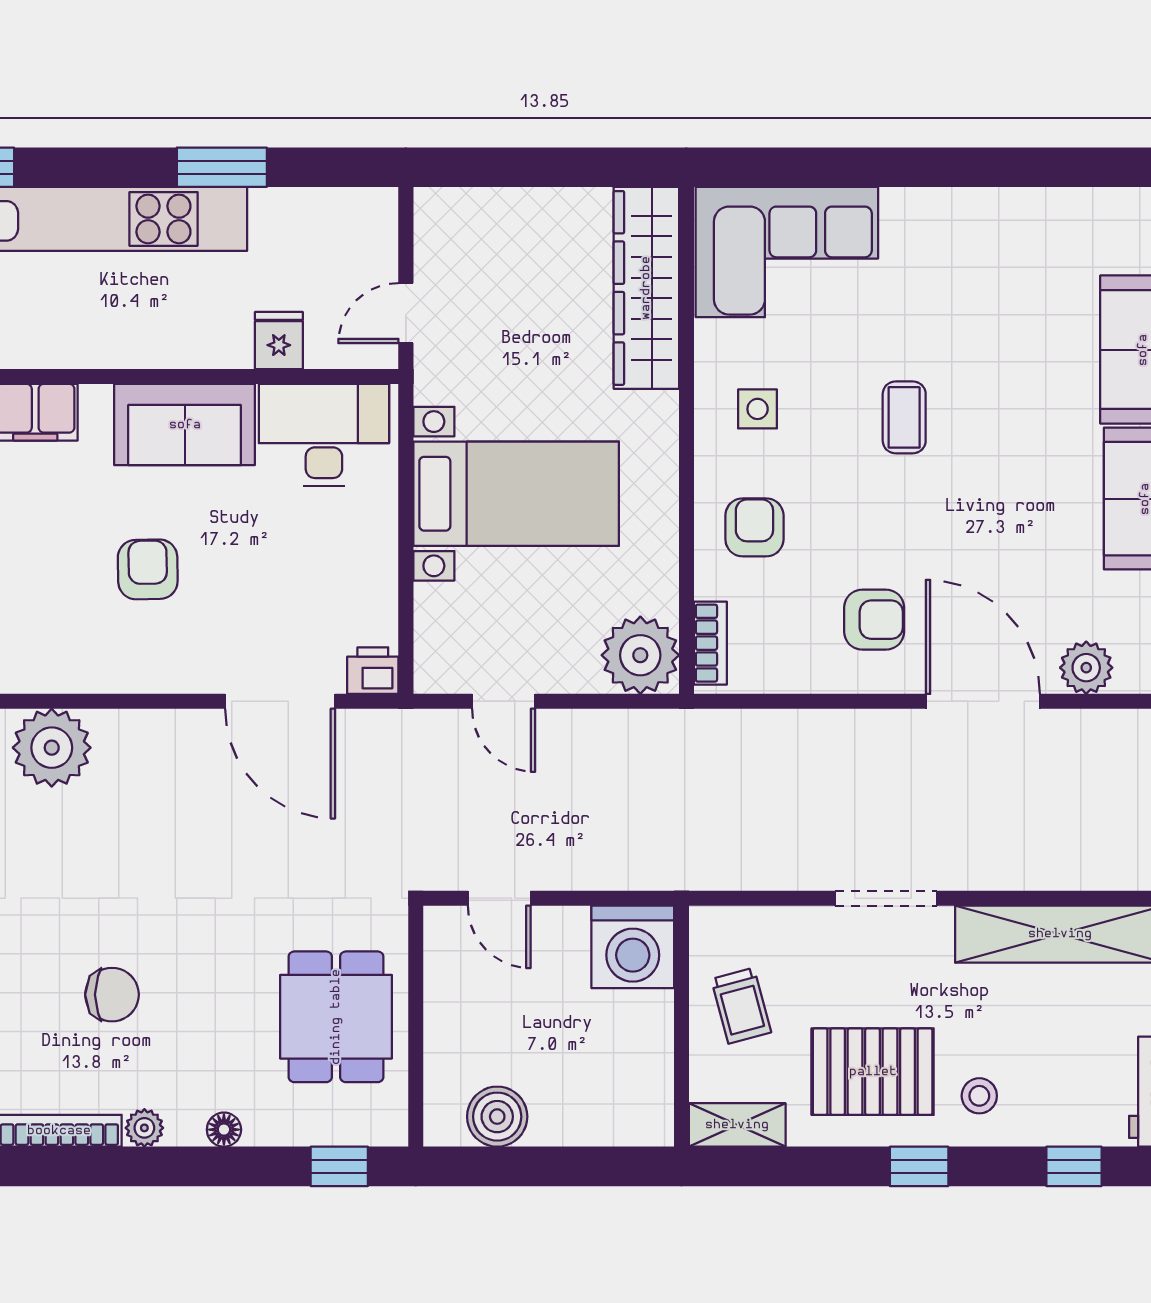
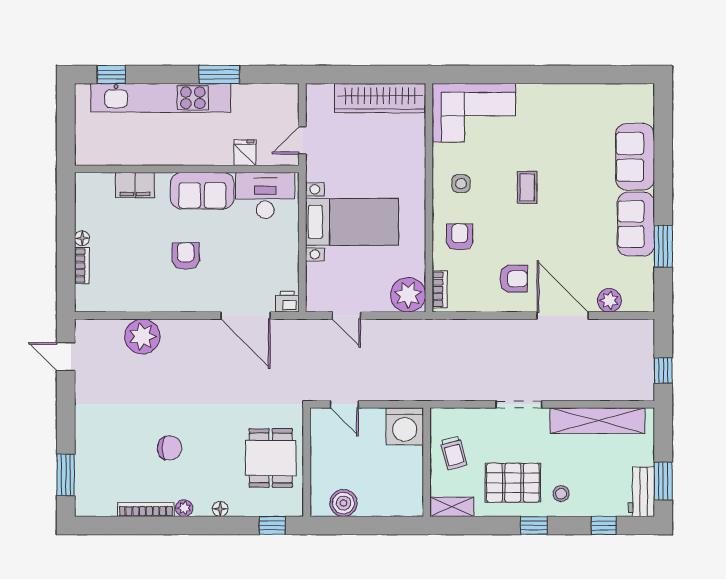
wardrobe: (646, 288) -> (380, 98), moved, turned -90

